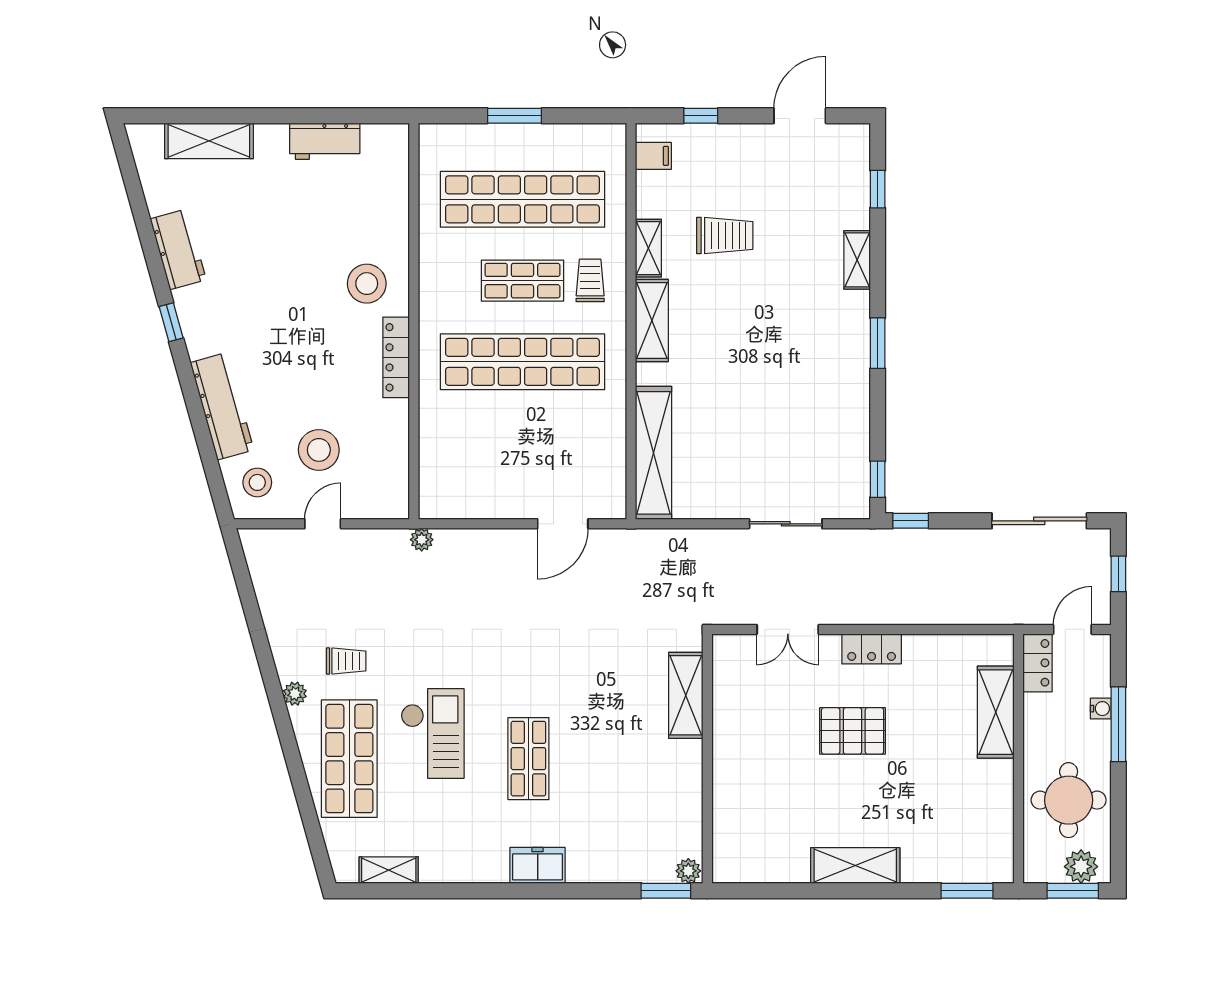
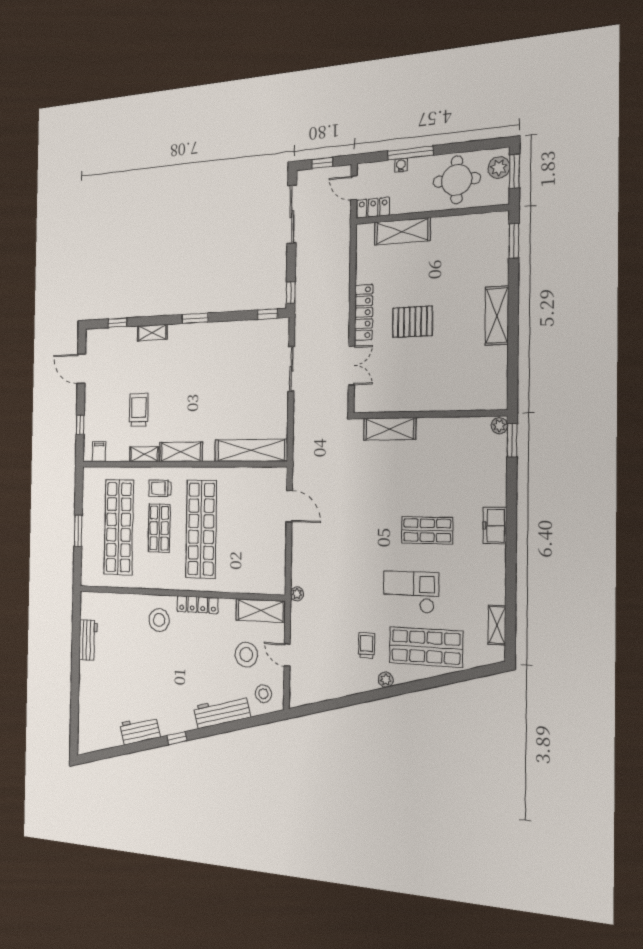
shelving: (209, 141) -> (261, 611), moved, turned 90
locker: (872, 649) -> (364, 312), width x1.53
pallet: (853, 731) -> (412, 322), turned 90

